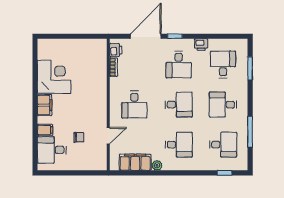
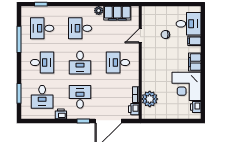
printer: (43, 53) -> (196, 107), added
plant: (97, 62) -> (150, 99), added
desk: (134, 105) -> (118, 63), turned -90
desk: (179, 105) -> (80, 63), turned -90

